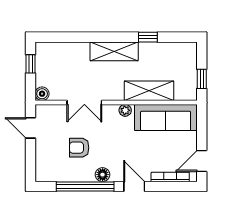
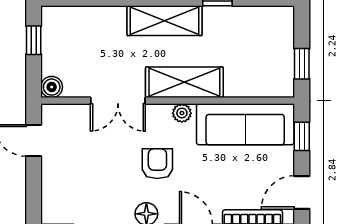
shelving: (149, 91) -> (184, 82), moved
window: (202, 125) -> (302, 136), added
armchair: (79, 148) -> (157, 164), moved, turned 90

